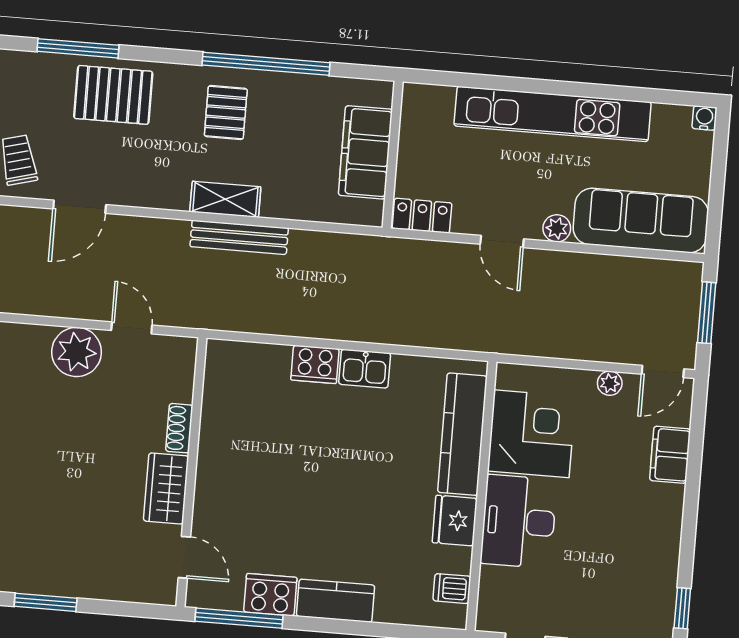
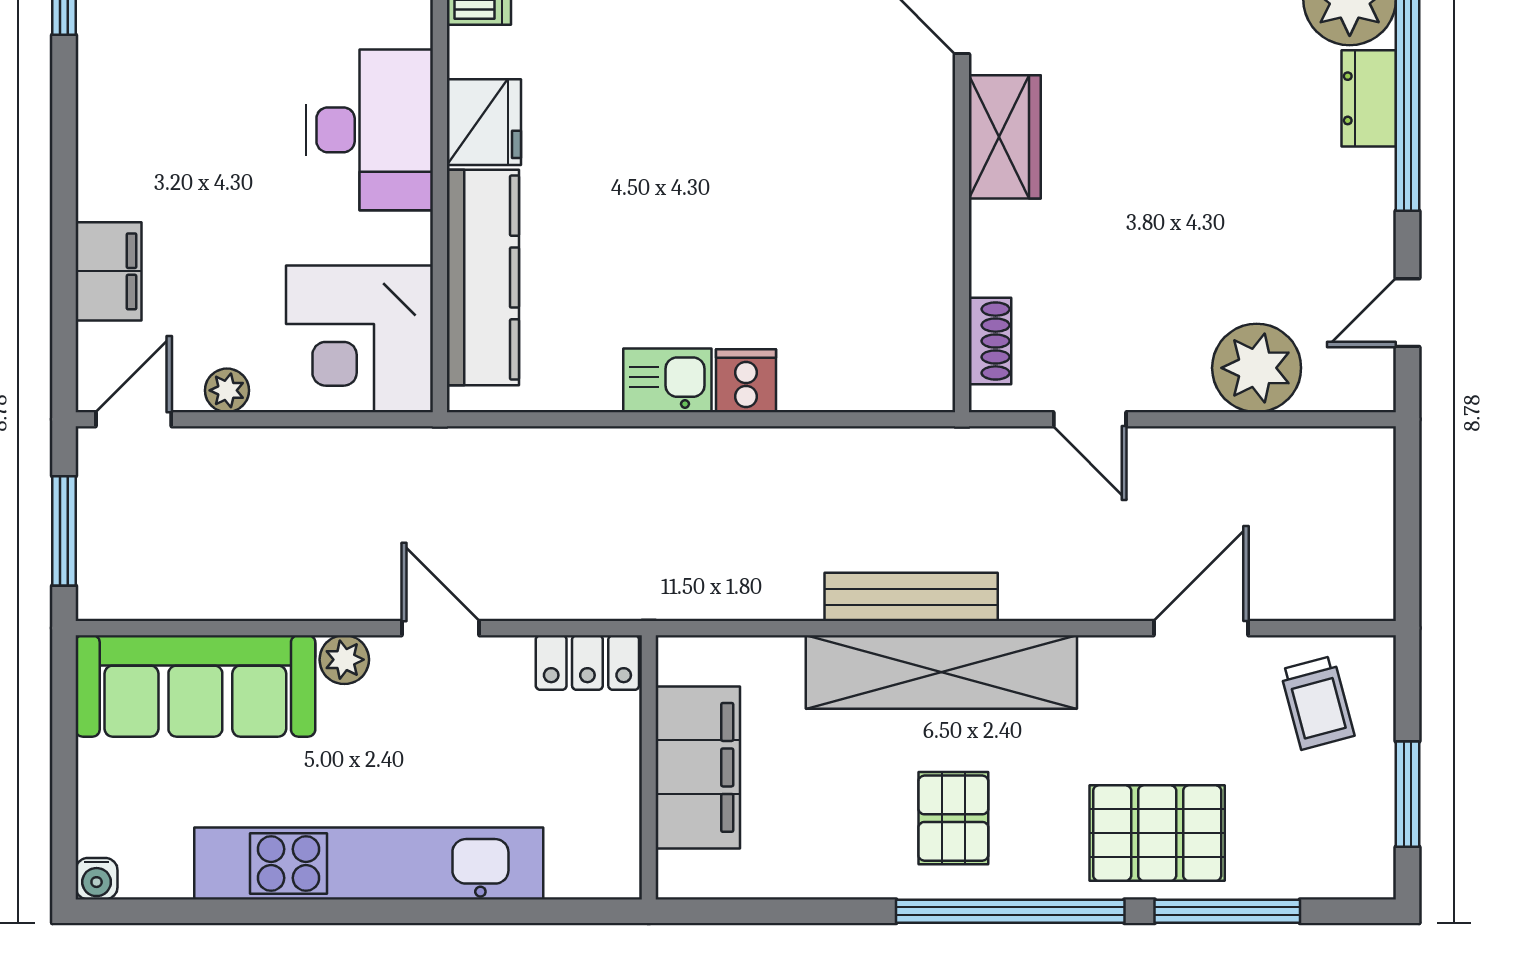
window: (266, 64) -> (1010, 911), moved
shelving: (225, 199) -> (941, 672), width x2.20, depth x1.33
plant: (77, 352) -> (1257, 368), moved
cooker: (315, 364) -> (746, 381), width x0.73
shoe rack: (179, 428) -> (990, 341), moved
corner desk: (531, 434) -> (360, 339), moved

